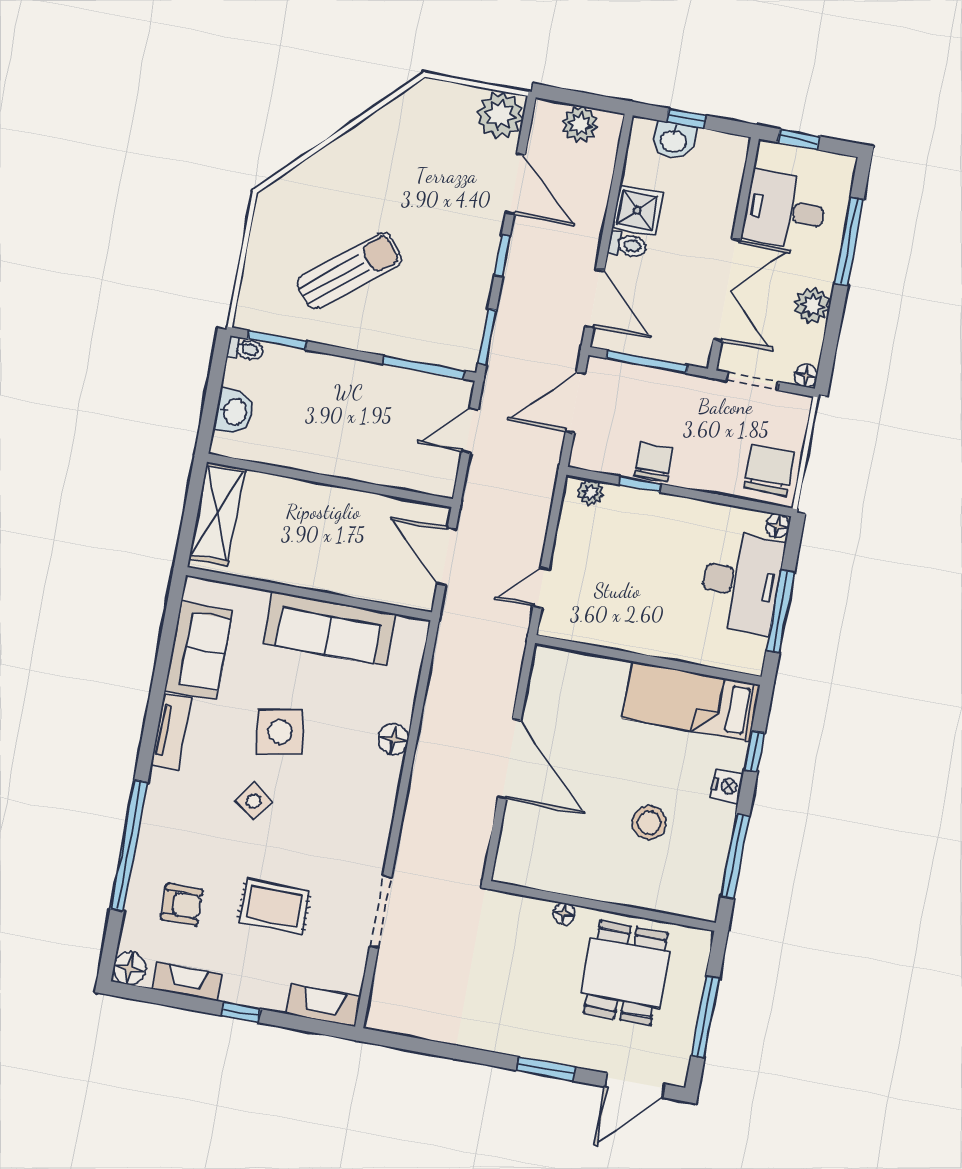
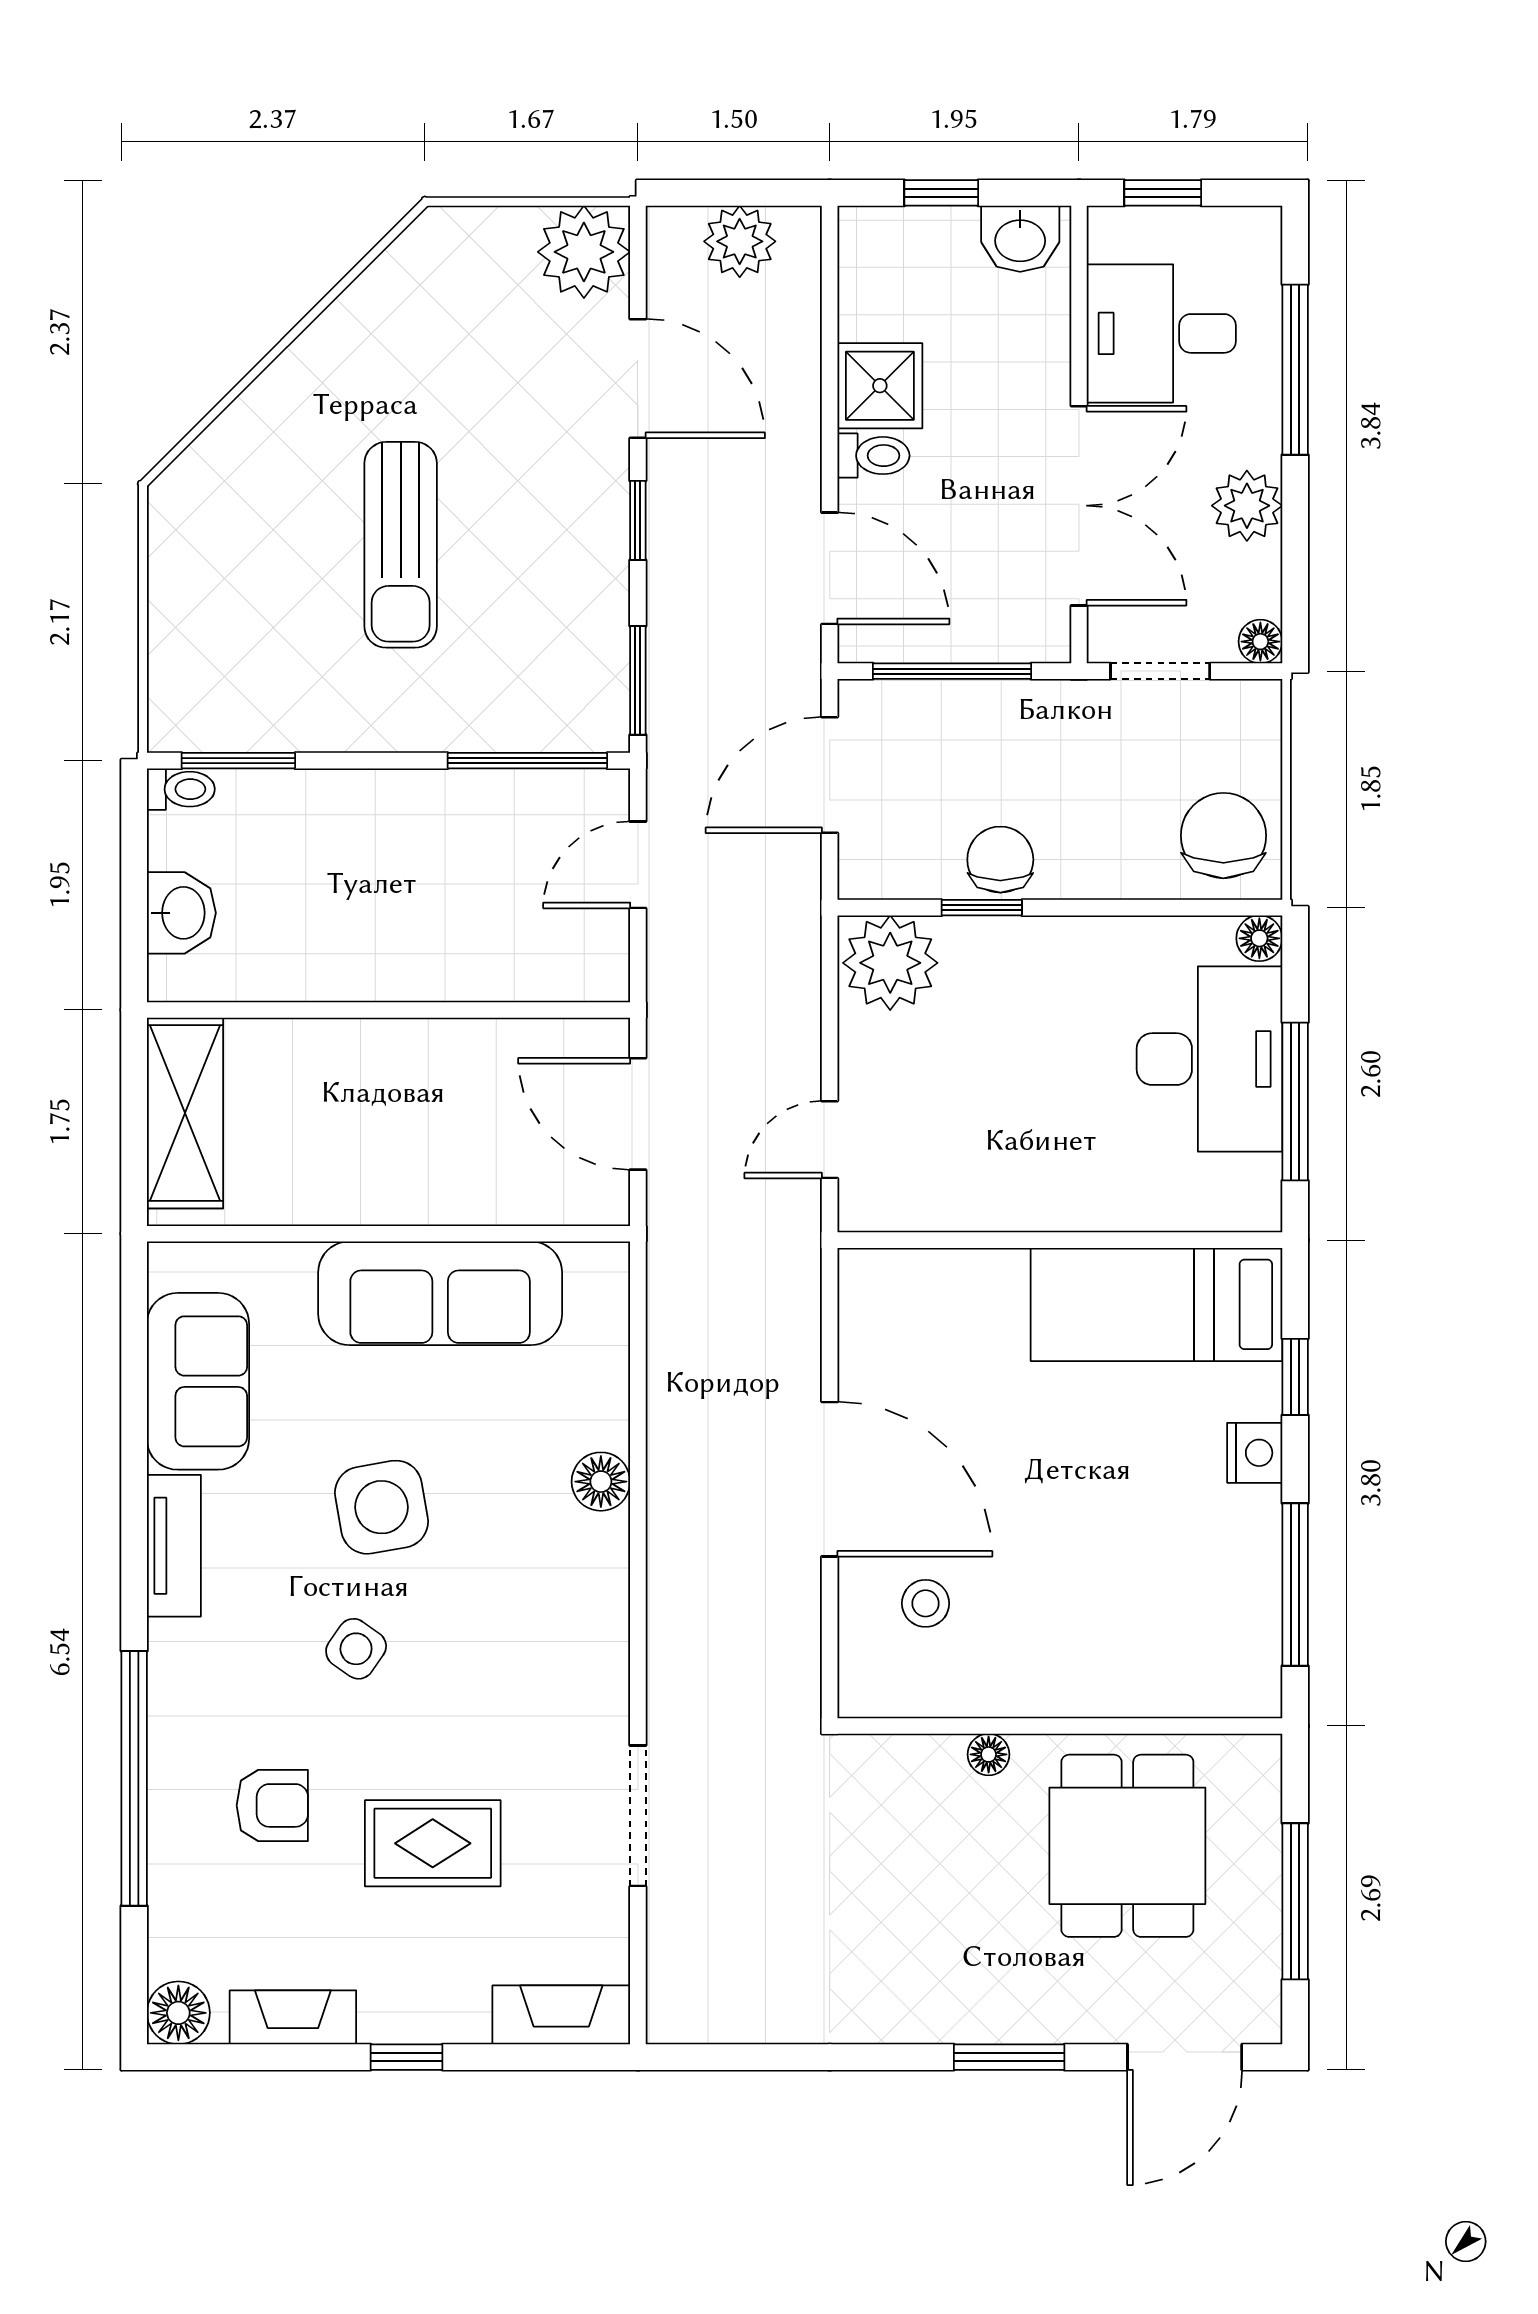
washbasin: (674, 140) -> (1020, 239), moved
sun lounger: (349, 271) -> (401, 545), moved, turned 129
plant: (590, 492) -> (890, 963), width x1.88, depth x1.88
stool: (649, 823) -> (926, 1603), moved, width x0.73, depth x0.73
armchair: (182, 904) -> (272, 1805), moved

